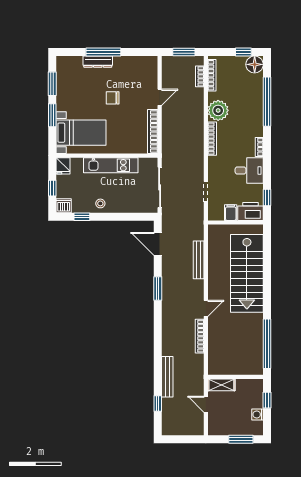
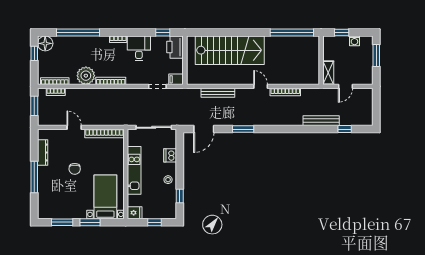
dresser: (98, 62) -> (43, 152), moved
dishwasher: (64, 206) -> (170, 155), moved
filing cabinet: (231, 213) -> (176, 79), moved

